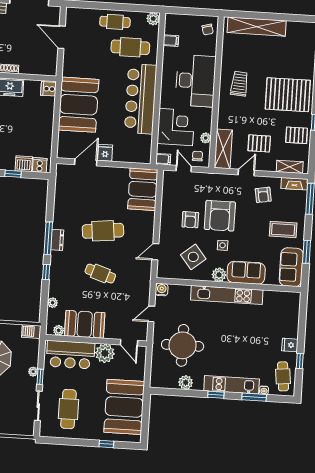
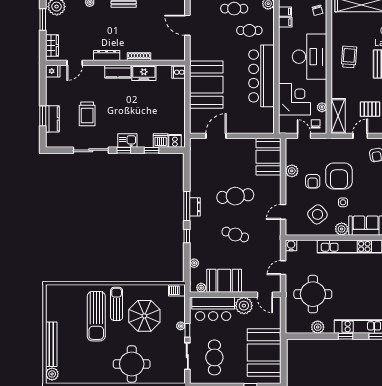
cafe table: (130, 47) -> (249, 30), width x0.73, depth x0.74
fridge: (105, 153) -> (233, 126), removed
filing cabinet: (163, 159) -> (285, 12), moved
plant: (168, 207) -> (292, 171), added

